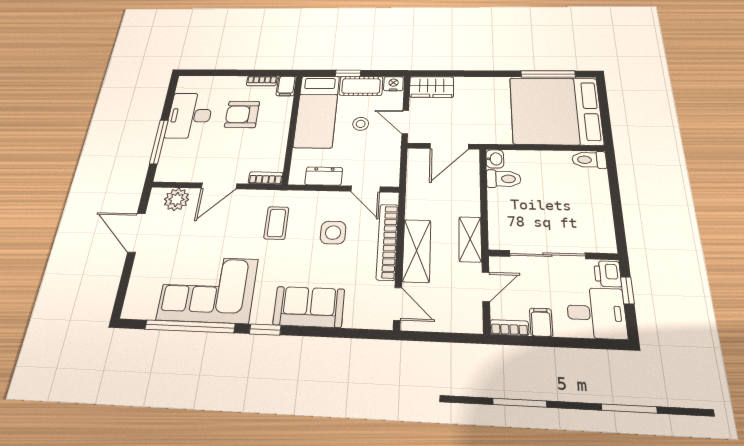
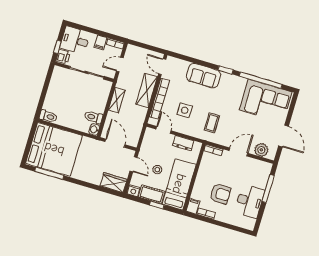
door: (449, 146) -> (115, 143), hinge flipped
shelving: (470, 239) -> (117, 100), moved
corner sofa: (208, 289) -> (266, 101), moved

